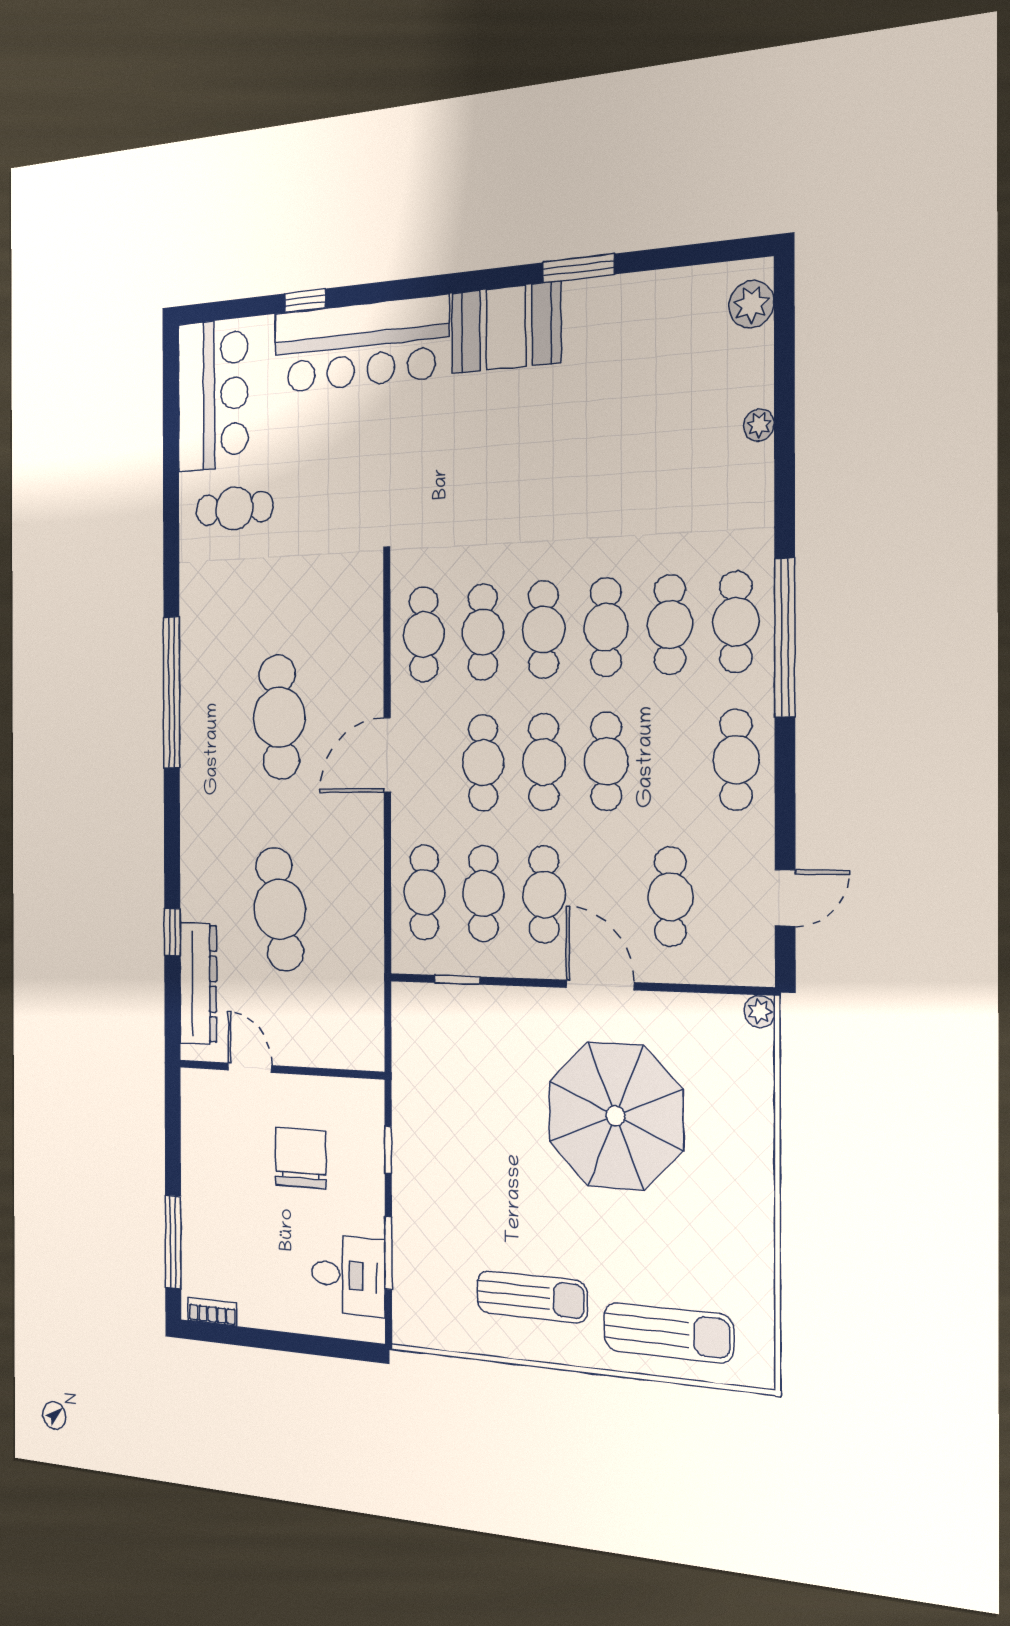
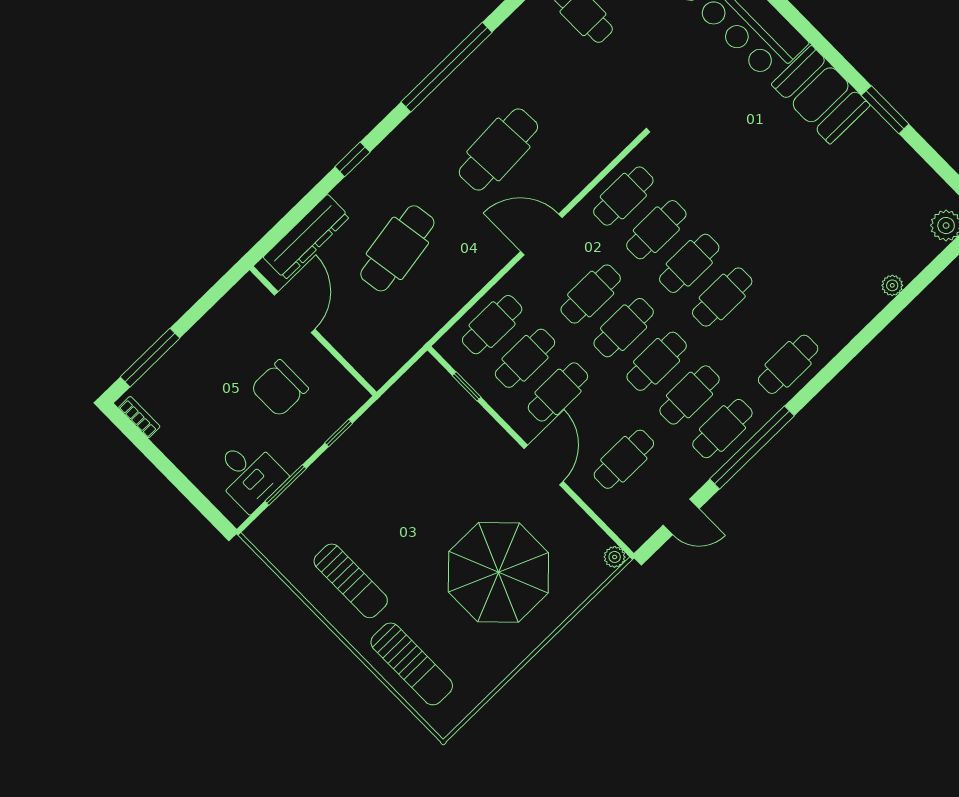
cafe table: (670, 624) -> (690, 395), moved
window: (785, 638) -> (752, 447), moved
window: (172, 932) -> (352, 159), moved
door: (250, 1068) -> (295, 312), width x1.38
parasol: (615, 1116) -> (498, 572), moved
chair: (301, 1158) -> (279, 388), turned 180

